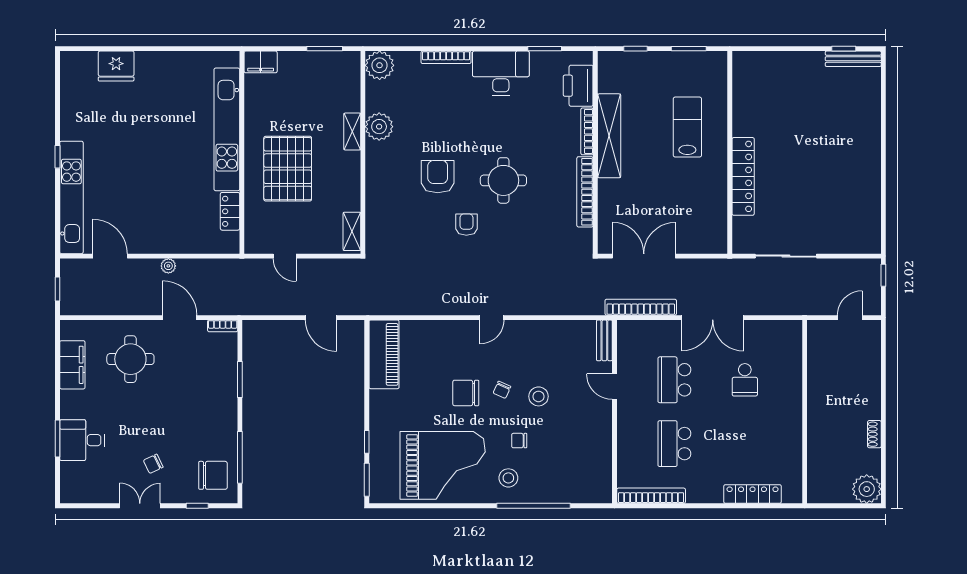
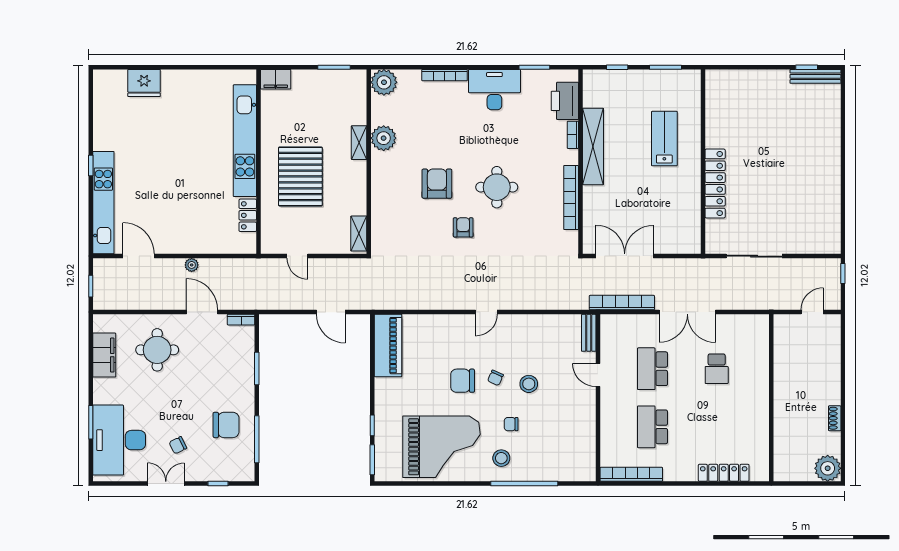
bookcase: (587, 131) -> (573, 135), width x0.64
desk: (82, 440) -> (119, 440), width x1.87, depth x1.30
chair: (213, 475) -> (226, 425), moved

